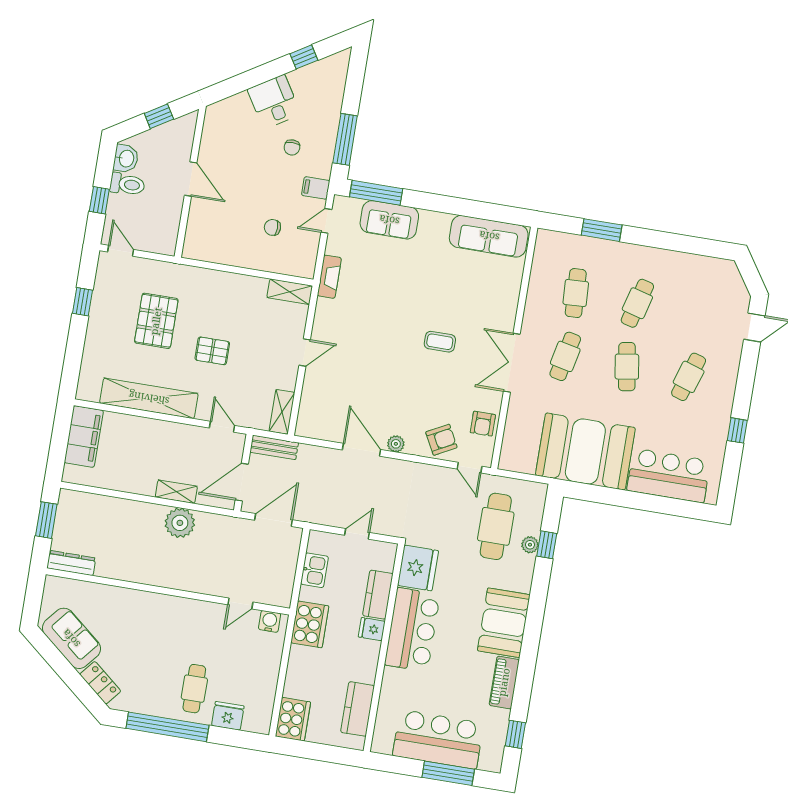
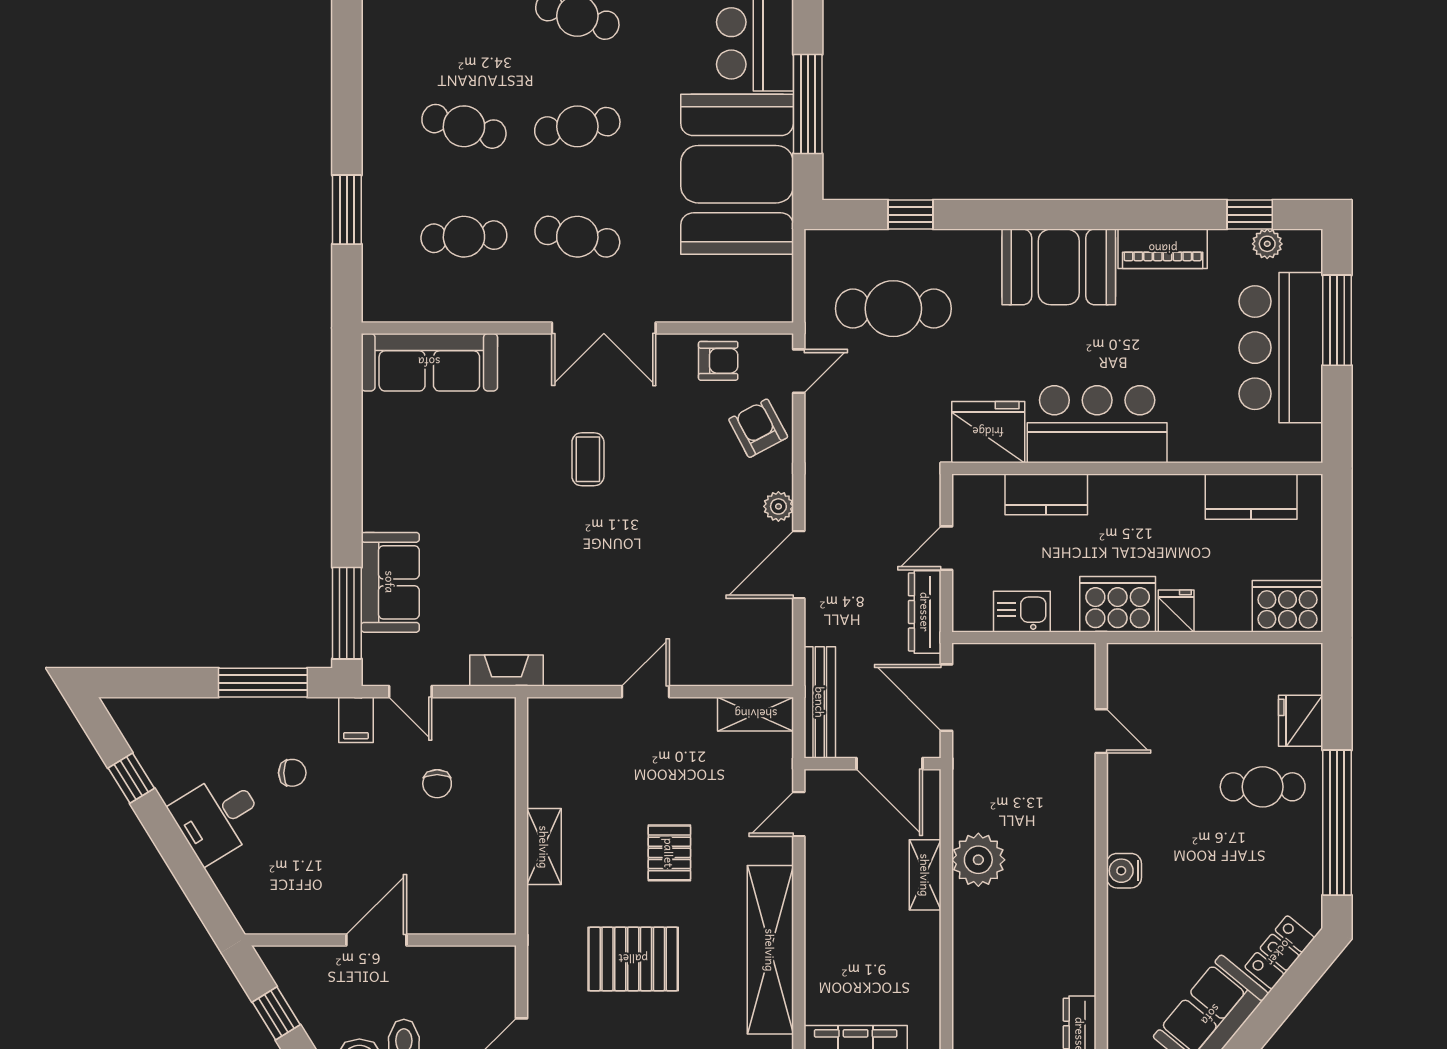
sofa: (489, 236) -> (429, 362), moved, turned 90
shelving: (290, 292) -> (544, 847), moved
door: (305, 352) -> (646, 692), hinge flipped
bench: (274, 447) -> (820, 702), width x1.36
window: (618, 497) -> (808, 104), added
dresser: (323, 516) -> (925, 612), added
door: (357, 534) -> (946, 548), hinge flipped
plant: (530, 545) -> (1267, 244), moved
water cooler: (270, 621) -> (1124, 871), moved
fridge: (372, 629) -> (1176, 611), moved, turned 180

